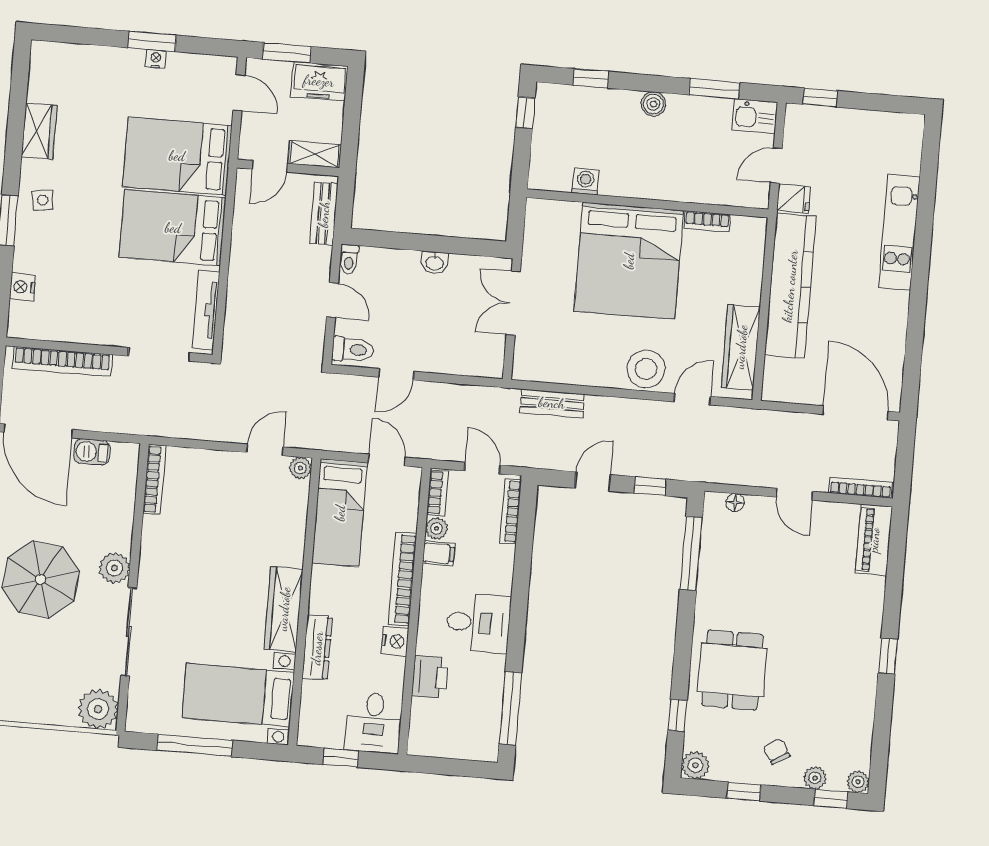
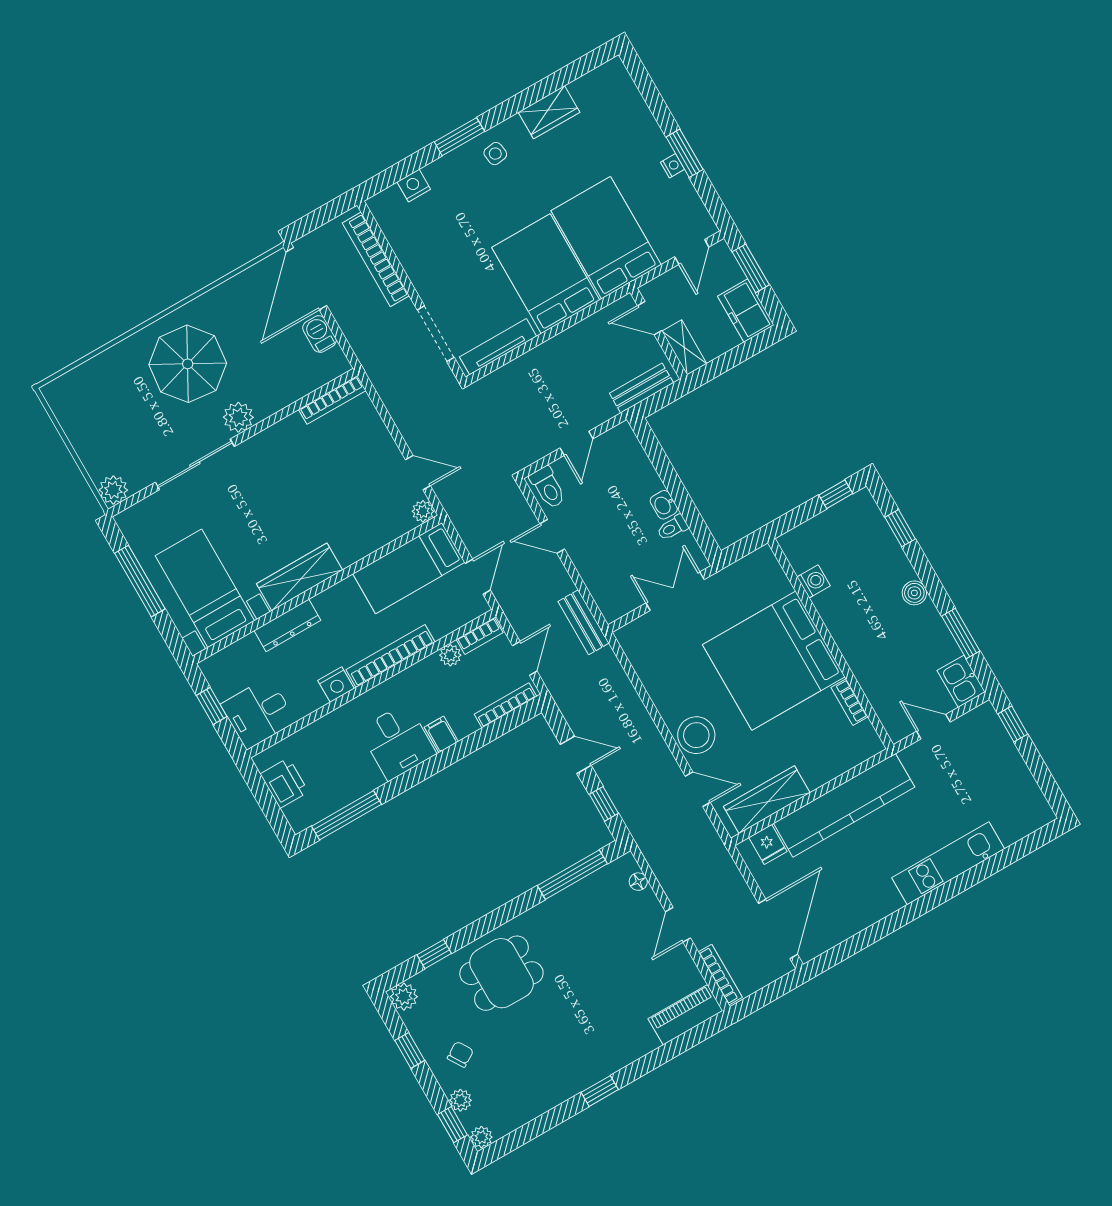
fridge: (794, 199) -> (768, 844), moved
toilet: (349, 259) -> (673, 528), moved
bench: (552, 403) -> (583, 622), moved
filing cabinet: (439, 553) -> (441, 734), moved, turned 180
printer: (430, 677) -> (284, 783), moved, turned -90
plant: (98, 709) -> (113, 490), width x0.73, depth x0.73

